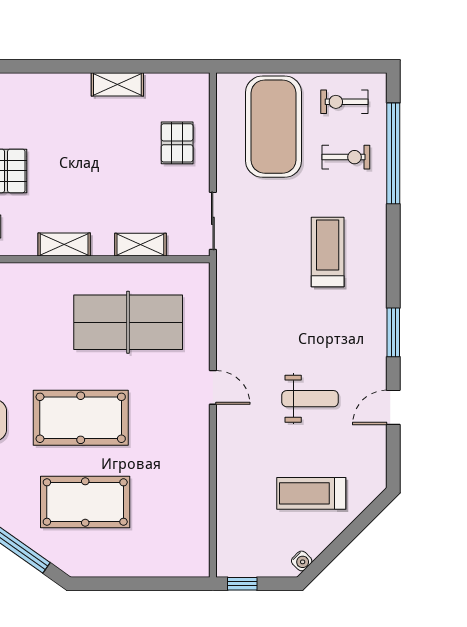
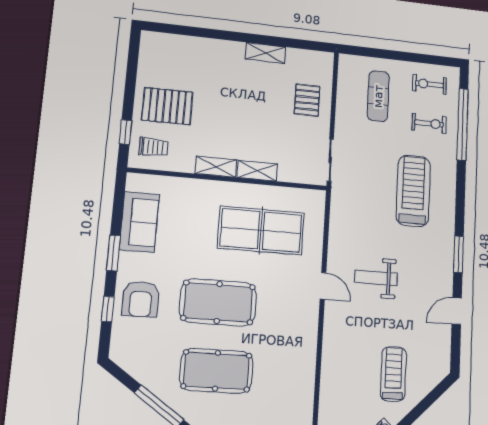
exercise mat: (274, 127) -> (378, 96), width x0.50, depth x0.69
shelving: (140, 245) -> (257, 171), moved
treadmill: (328, 252) -> (413, 191), width x1.37, depth x1.38
weight bench: (310, 399) -> (376, 278), moved, turned 180
treadmill: (311, 493) -> (393, 374), turned 90

